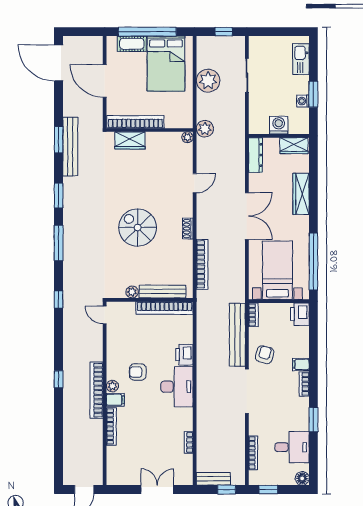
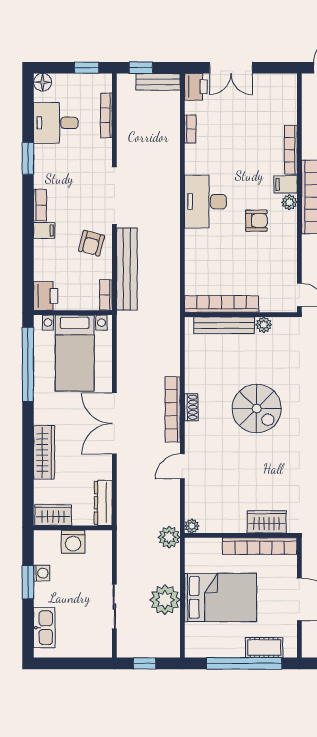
bed: (166, 64) -> (221, 597), moved, turned 90
bookcase: (202, 264) -> (173, 409), moved
printer: (184, 355) -> (196, 87), moved

